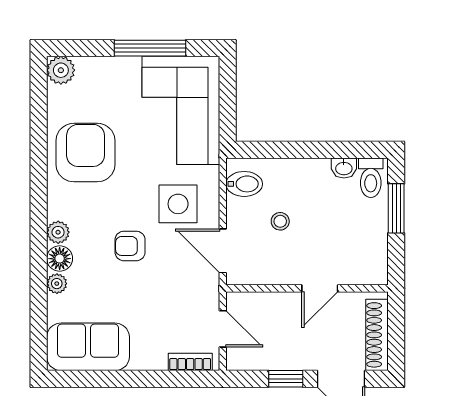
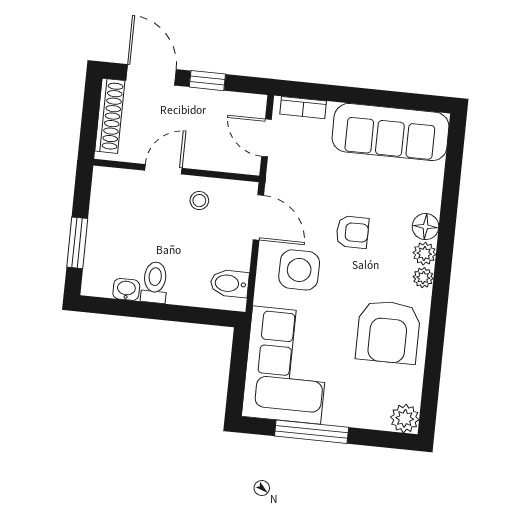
toilet: (371, 178) -> (155, 282), moved
stool: (280, 221) -> (199, 201), moved
plant: (57, 284) -> (423, 278), moved
sofa: (88, 347) -> (391, 132), width x1.36

